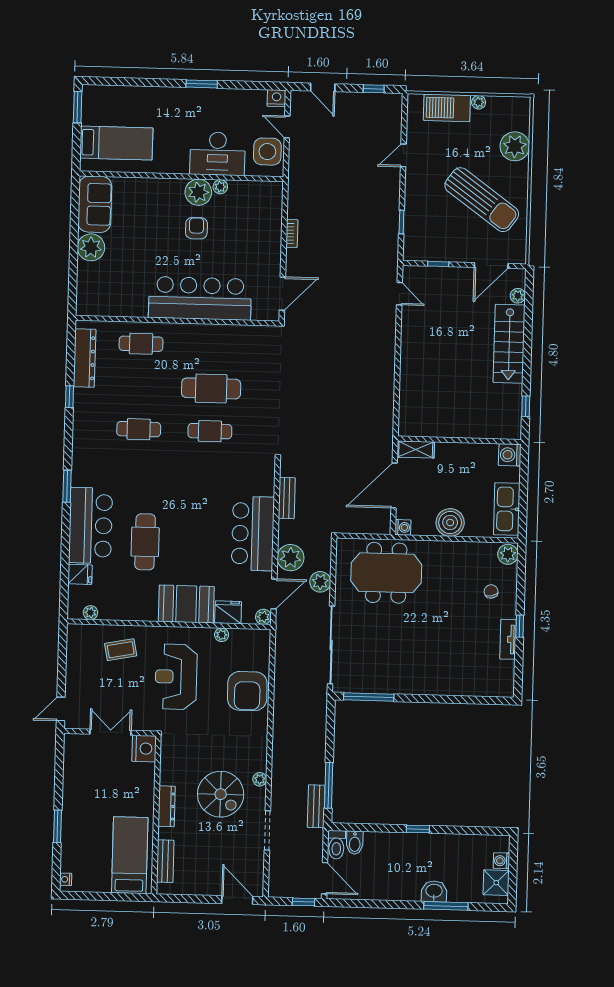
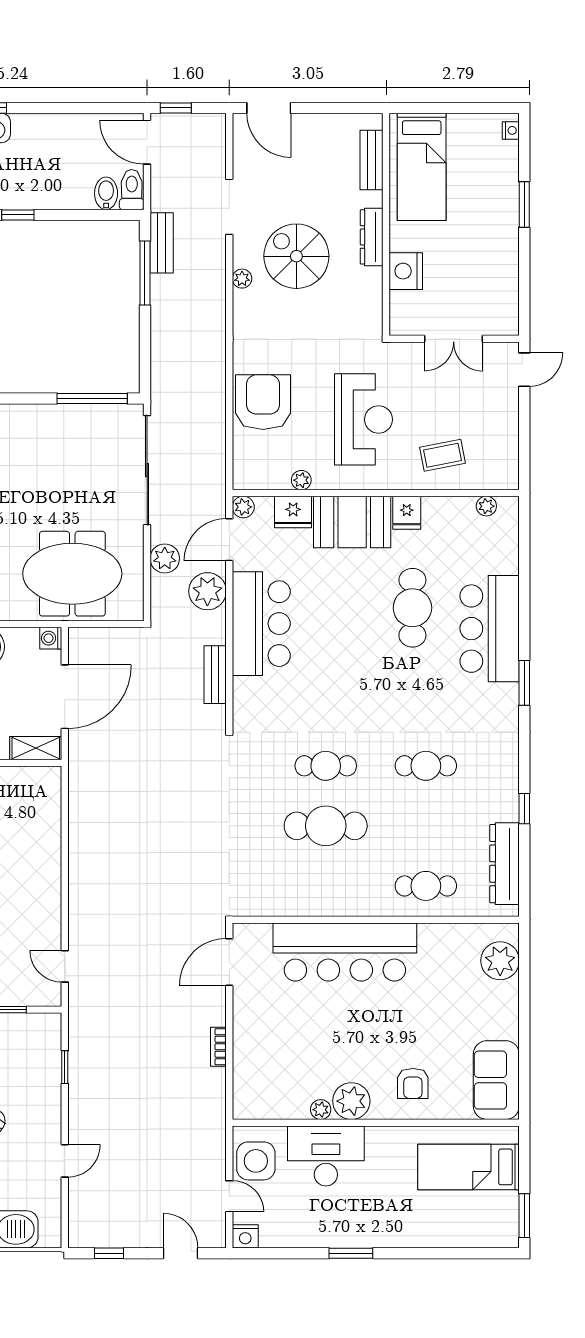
armchair: (196, 228) -> (413, 1083), moved
plant: (91, 247) -> (500, 961), moved
fridge: (80, 574) -> (407, 513), moved, turned -90
nightstand: (144, 749) -> (406, 271), moved

